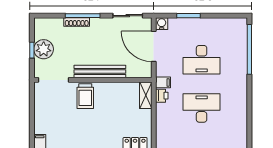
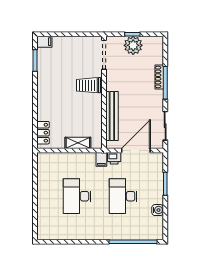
water cooler: (162, 24) -> (158, 210), moved
bench: (100, 72) -> (112, 116), moved
shelving: (146, 95) -> (78, 143), moved
printer: (162, 96) -> (114, 158), moved
desk: (202, 108) -> (77, 196), turned 180

